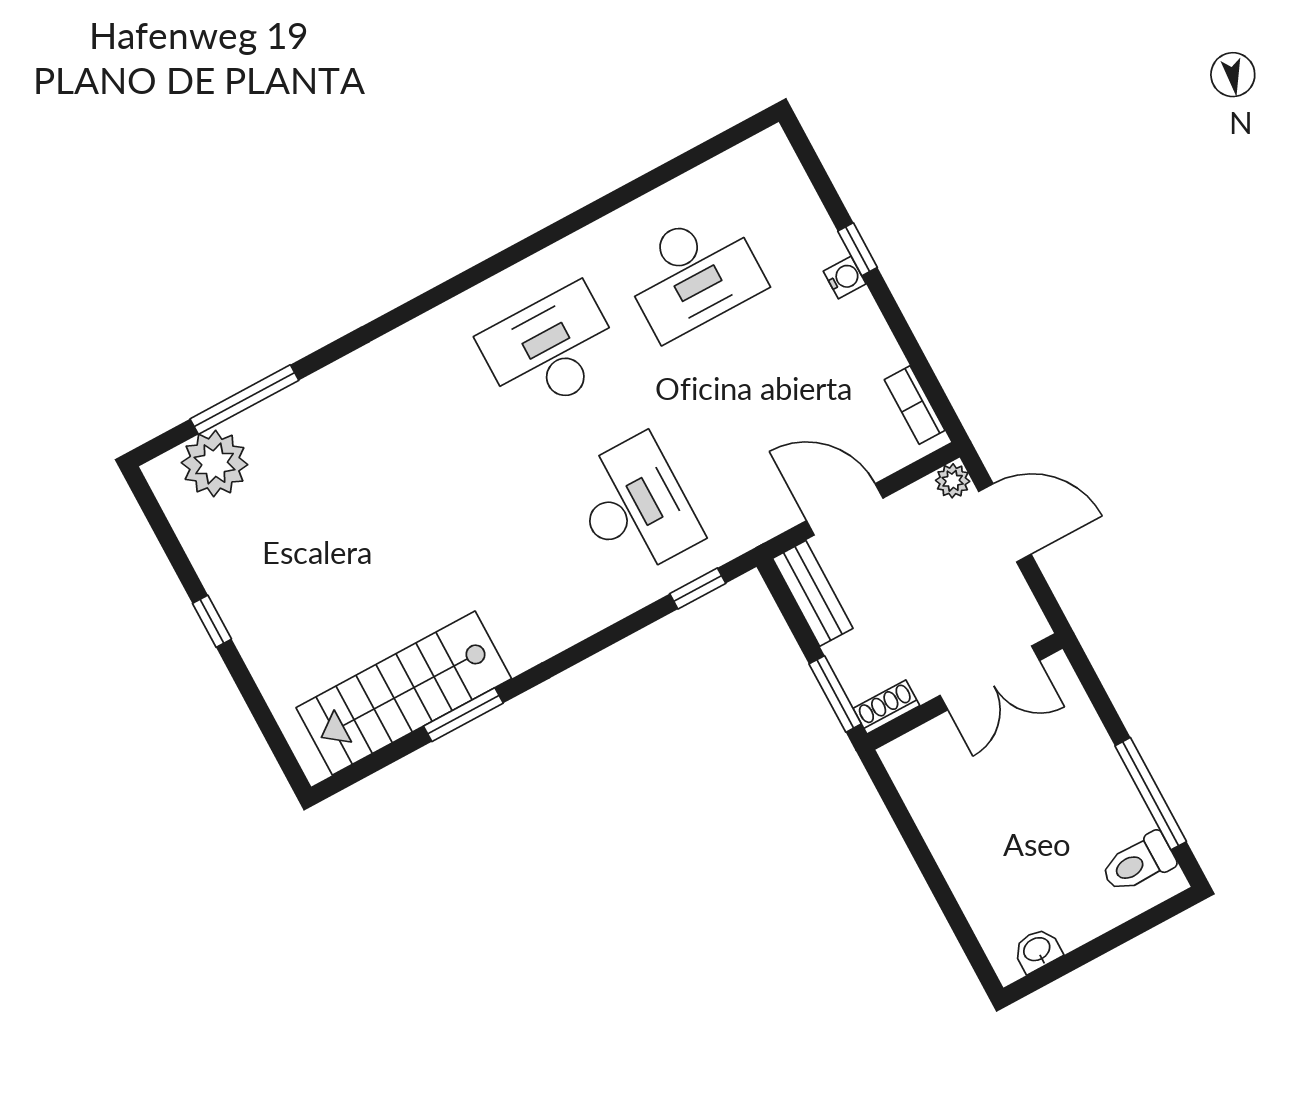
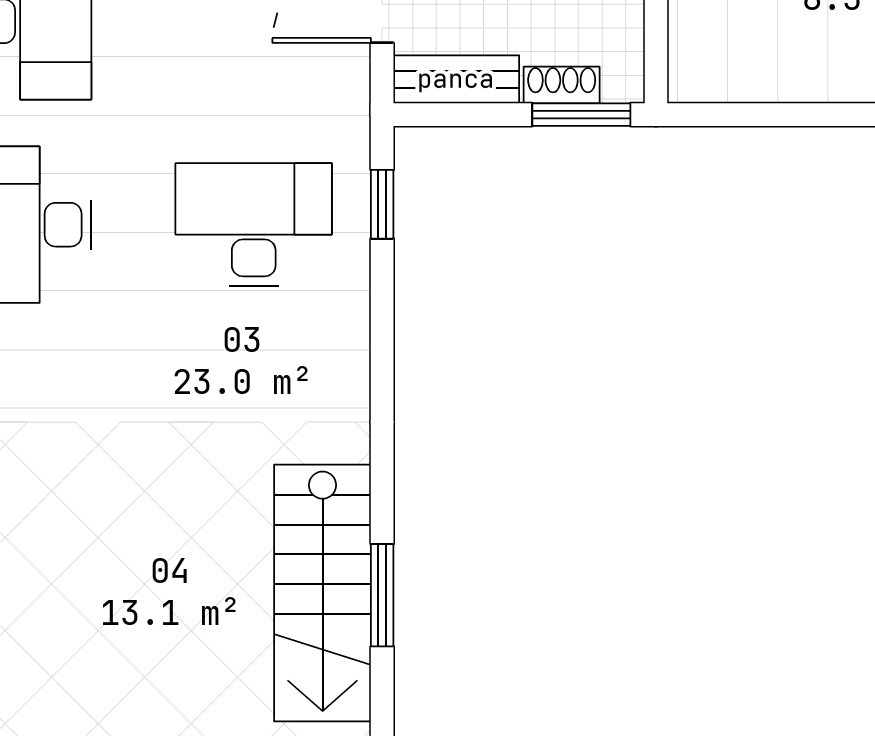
shoe rack: (886, 707) -> (562, 85), moved, turned 90
window: (463, 715) -> (382, 595), moved

